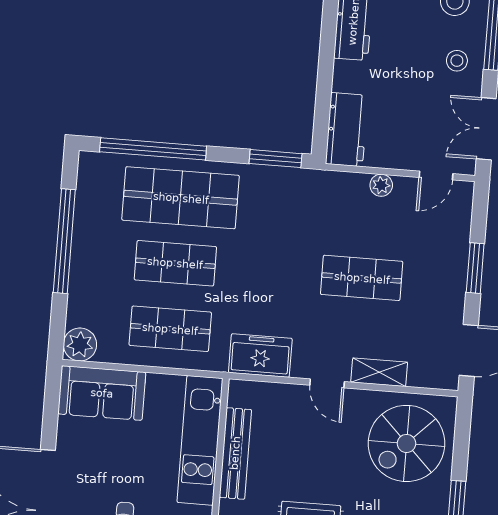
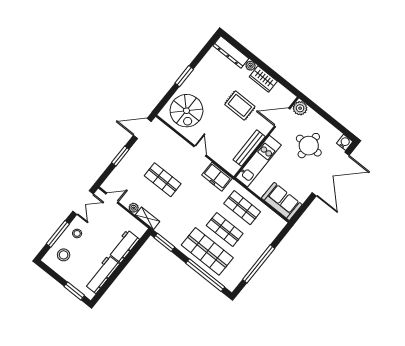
workbench: (347, 130) -> (124, 246), moved
plant: (80, 344) -> (278, 224), removed
shelving: (379, 372) -> (147, 218), moved
spiral stairs: (406, 443) -> (186, 111), turned 90

